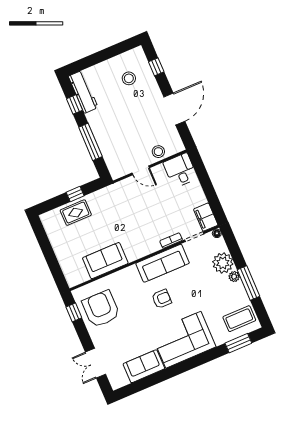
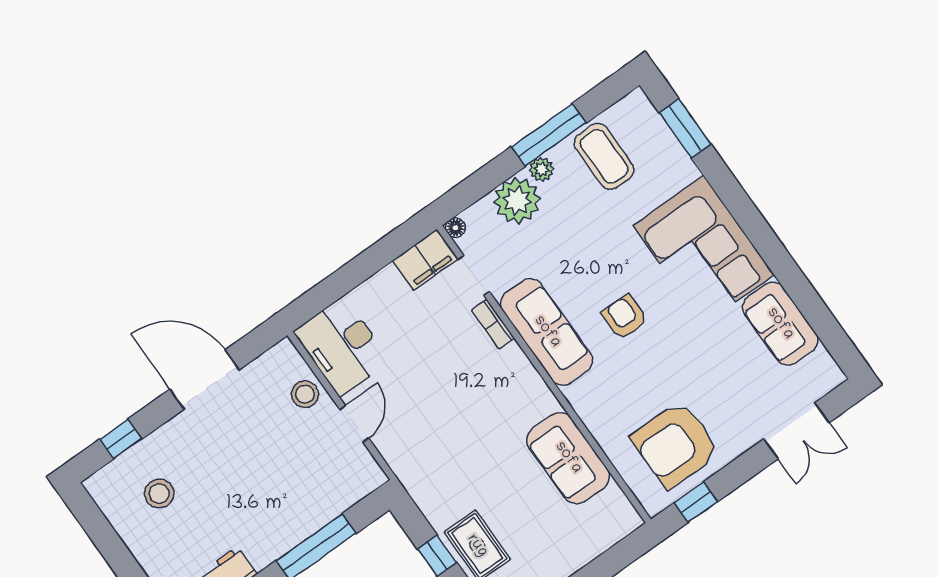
desk: (180, 170) -> (342, 346), width x1.37
coffee table: (239, 319) -> (604, 156), moved

